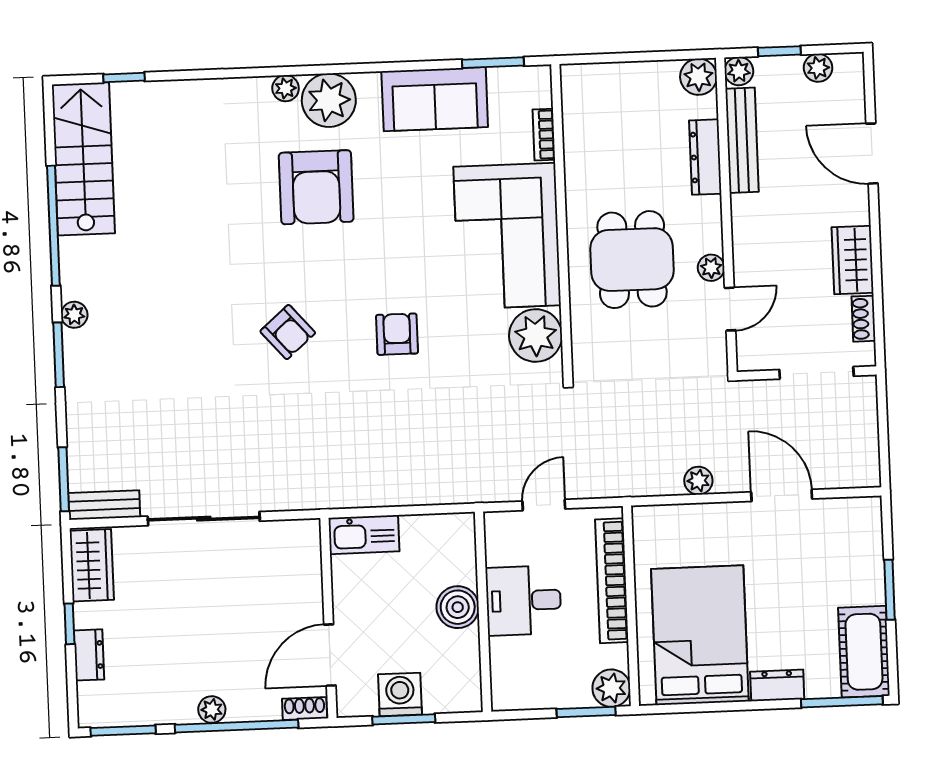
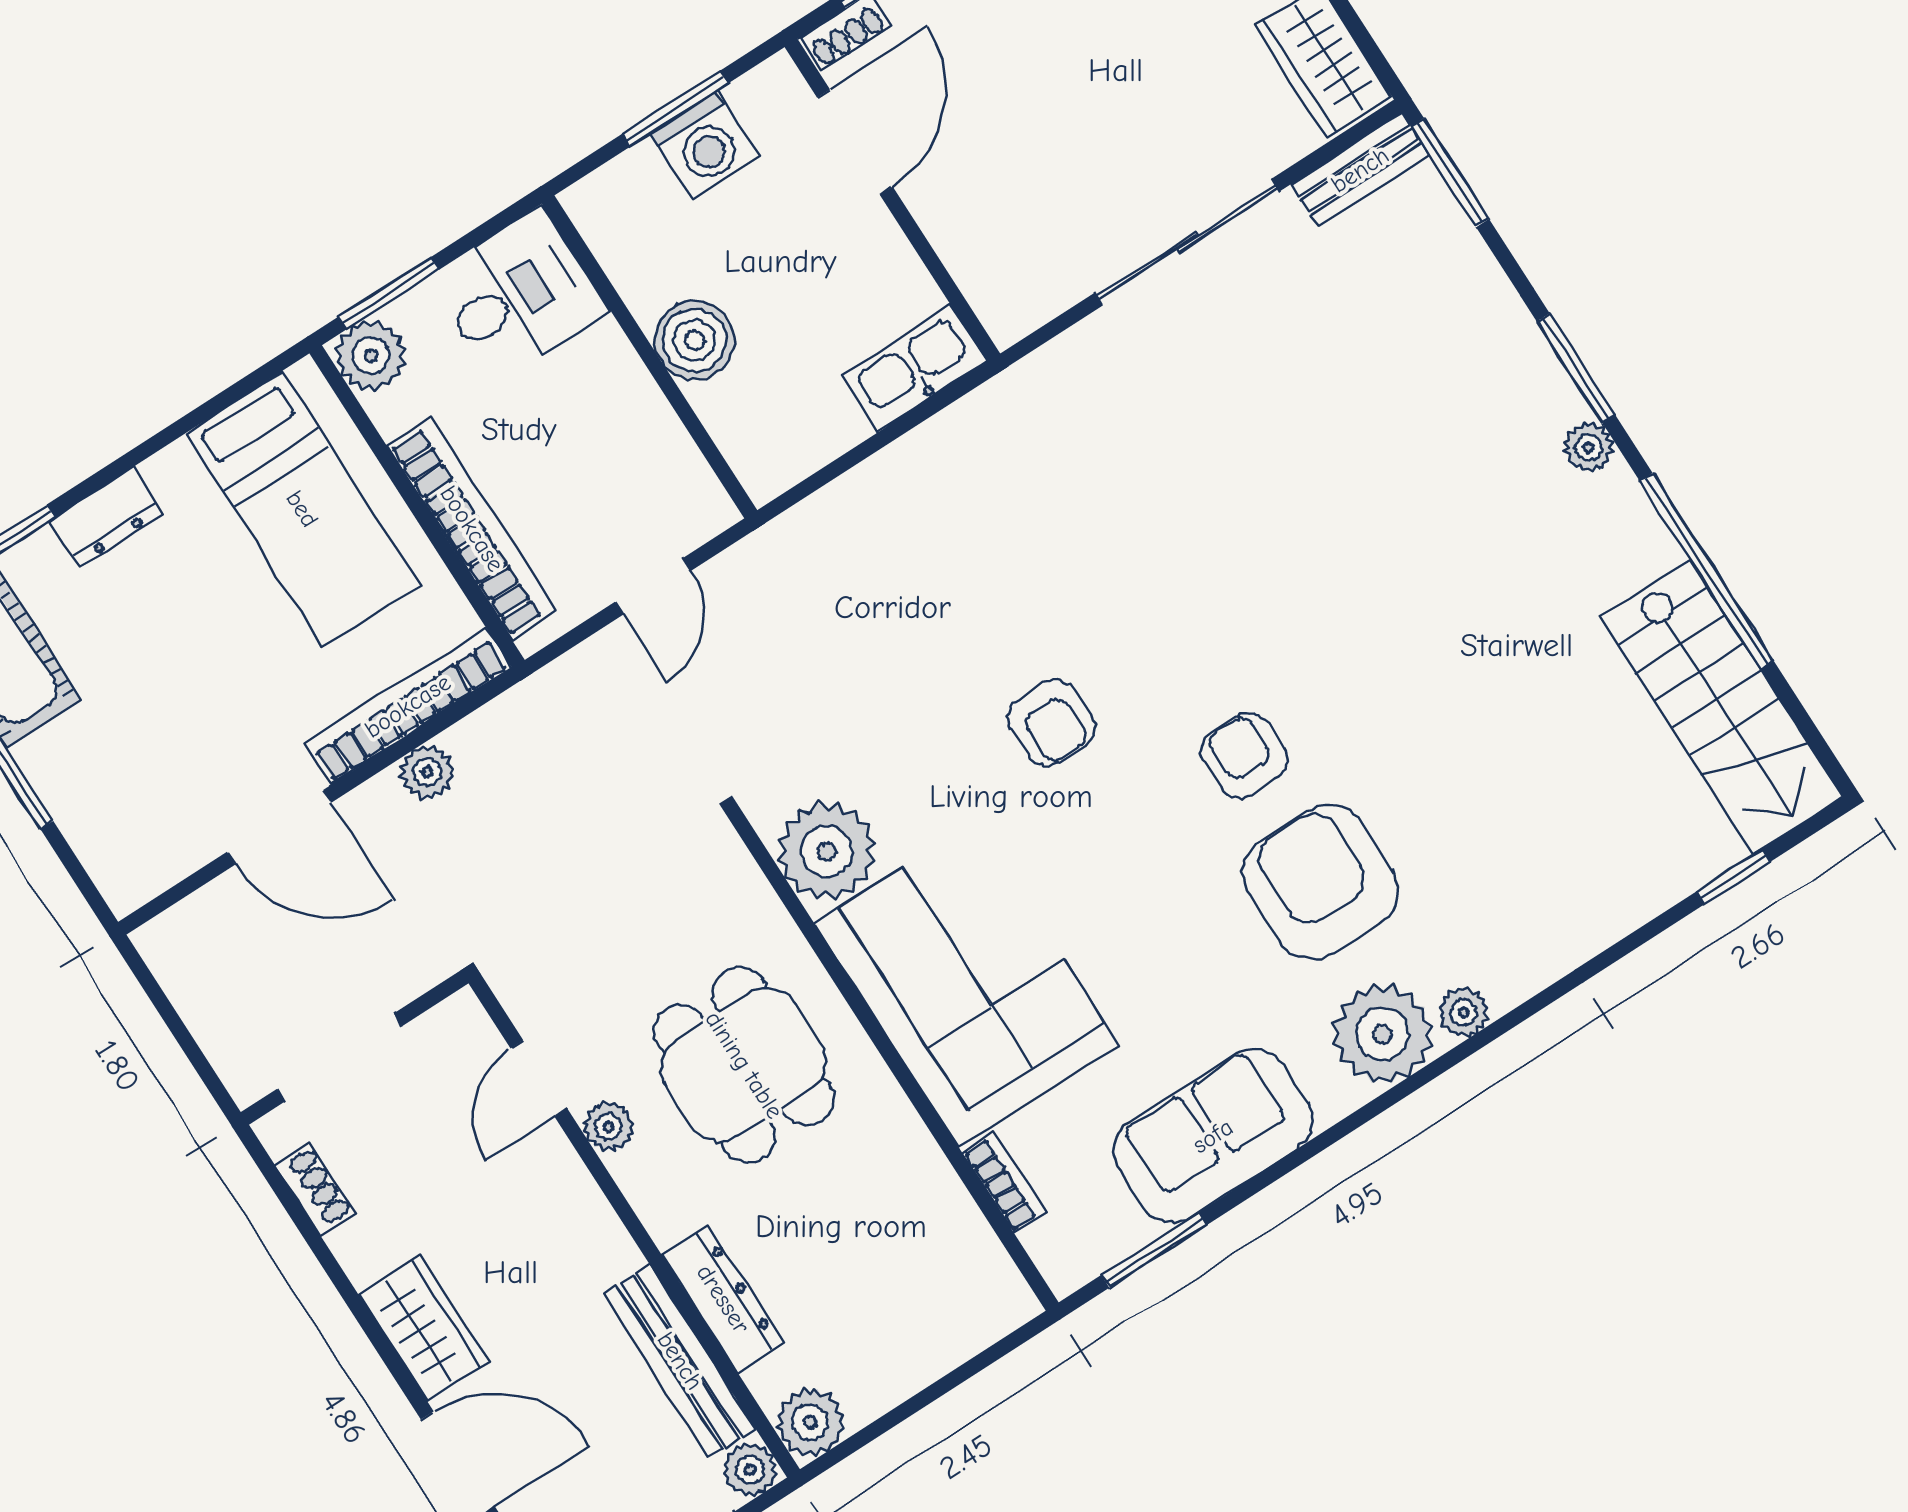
wardrobe: (853, 260) -> (423, 1328), moved
armchair: (288, 332) -> (1244, 756), moved, turned 41
bookcase: (689, 516) -> (408, 706), added
desk: (524, 600) -> (518, 295), moved
bed: (700, 635) -> (302, 509), width x0.67

